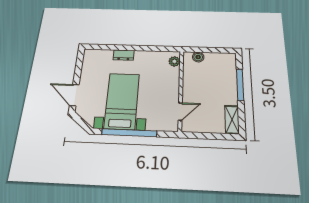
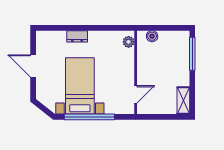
window: (240, 85) -> (192, 54), moved
door: (74, 95) -> (33, 66), moved

